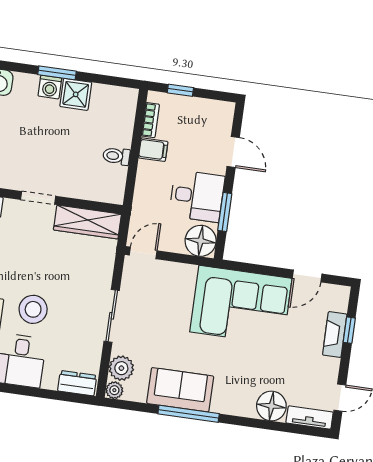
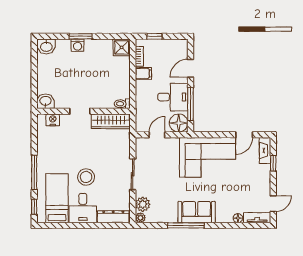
shower: (76, 94) -> (122, 47), moved
door: (233, 152) -> (190, 68), swing flipped
toilet: (116, 156) -> (122, 104), moved
window: (225, 212) -> (190, 104), width x1.44
door: (143, 253) -> (157, 135), moved
fireplace: (335, 335) -> (265, 150), moved
dresser: (77, 383) -> (113, 217), width x1.44
sofa: (180, 390) -> (197, 212), moved
floor lamp: (271, 406) -> (238, 218), width x0.53, depth x0.53

